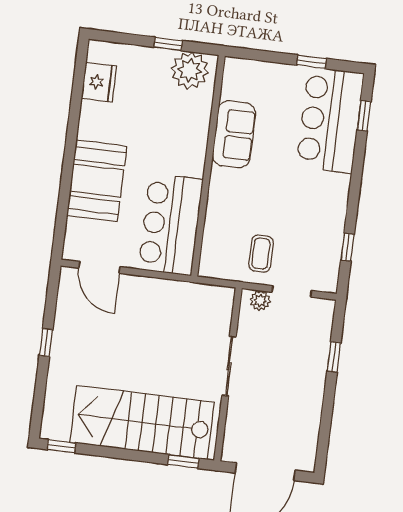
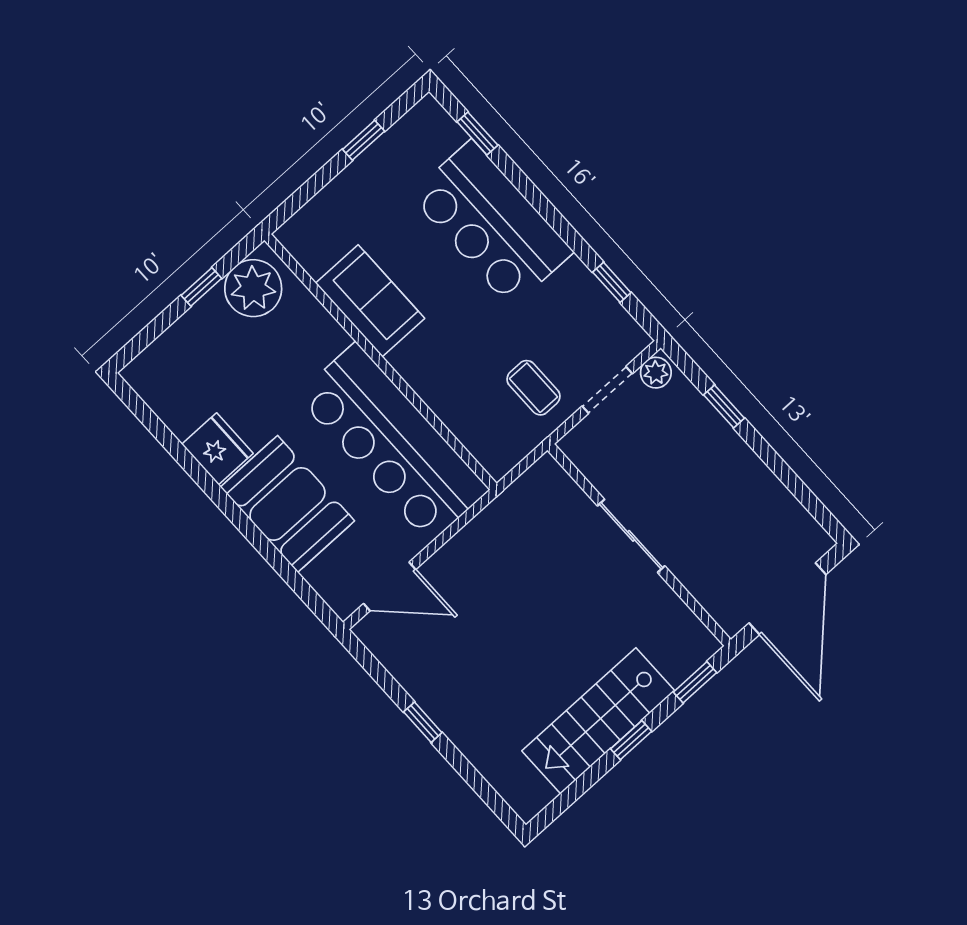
fridge: (99, 82) -> (217, 449), moved
bar counter: (330, 120) -> (491, 224), moved
bar counter: (171, 224) -> (393, 443), width x1.36
plant: (260, 301) -> (656, 373), moved
stairs: (142, 422) -> (598, 721), width x0.73, depth x0.66
window: (61, 446) -> (631, 740), moved

